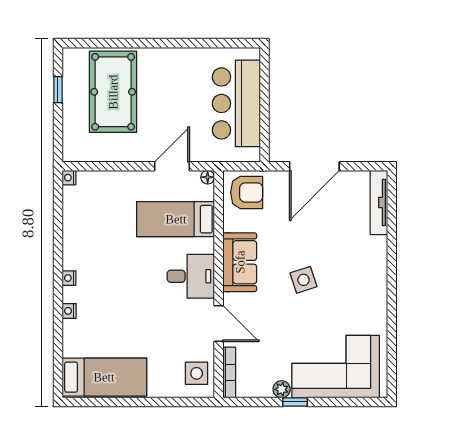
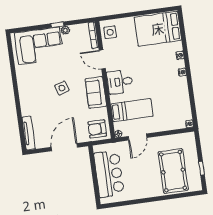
bed: (104, 377) -> (158, 29), width x1.50

